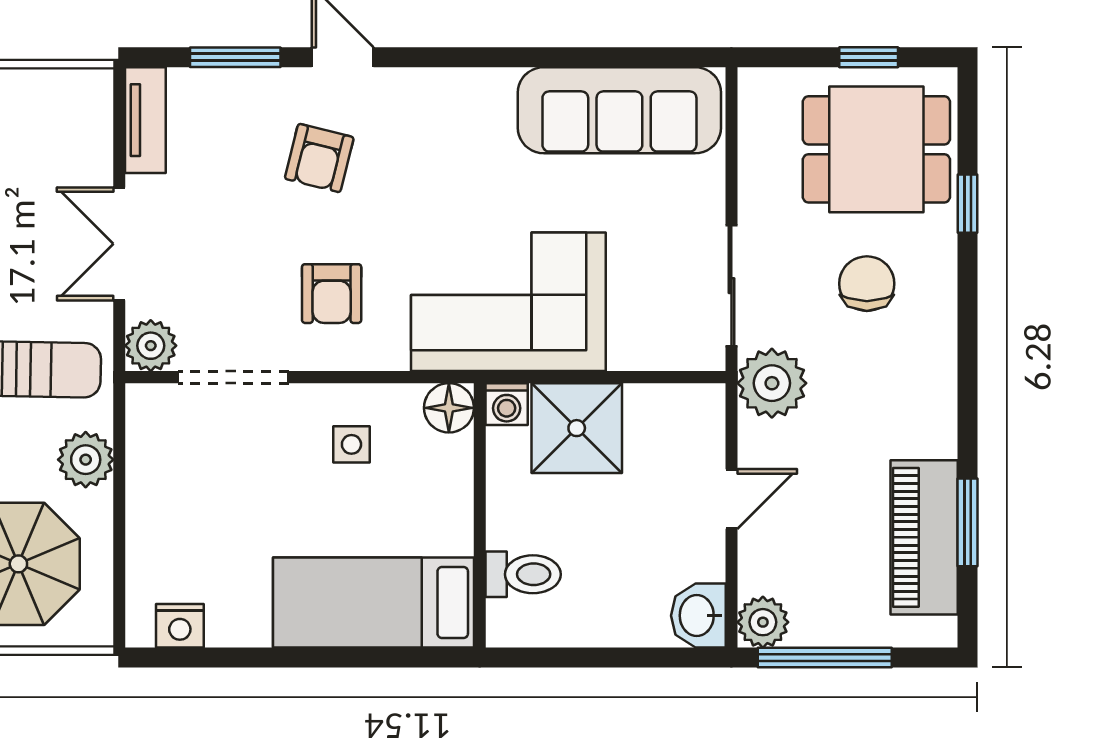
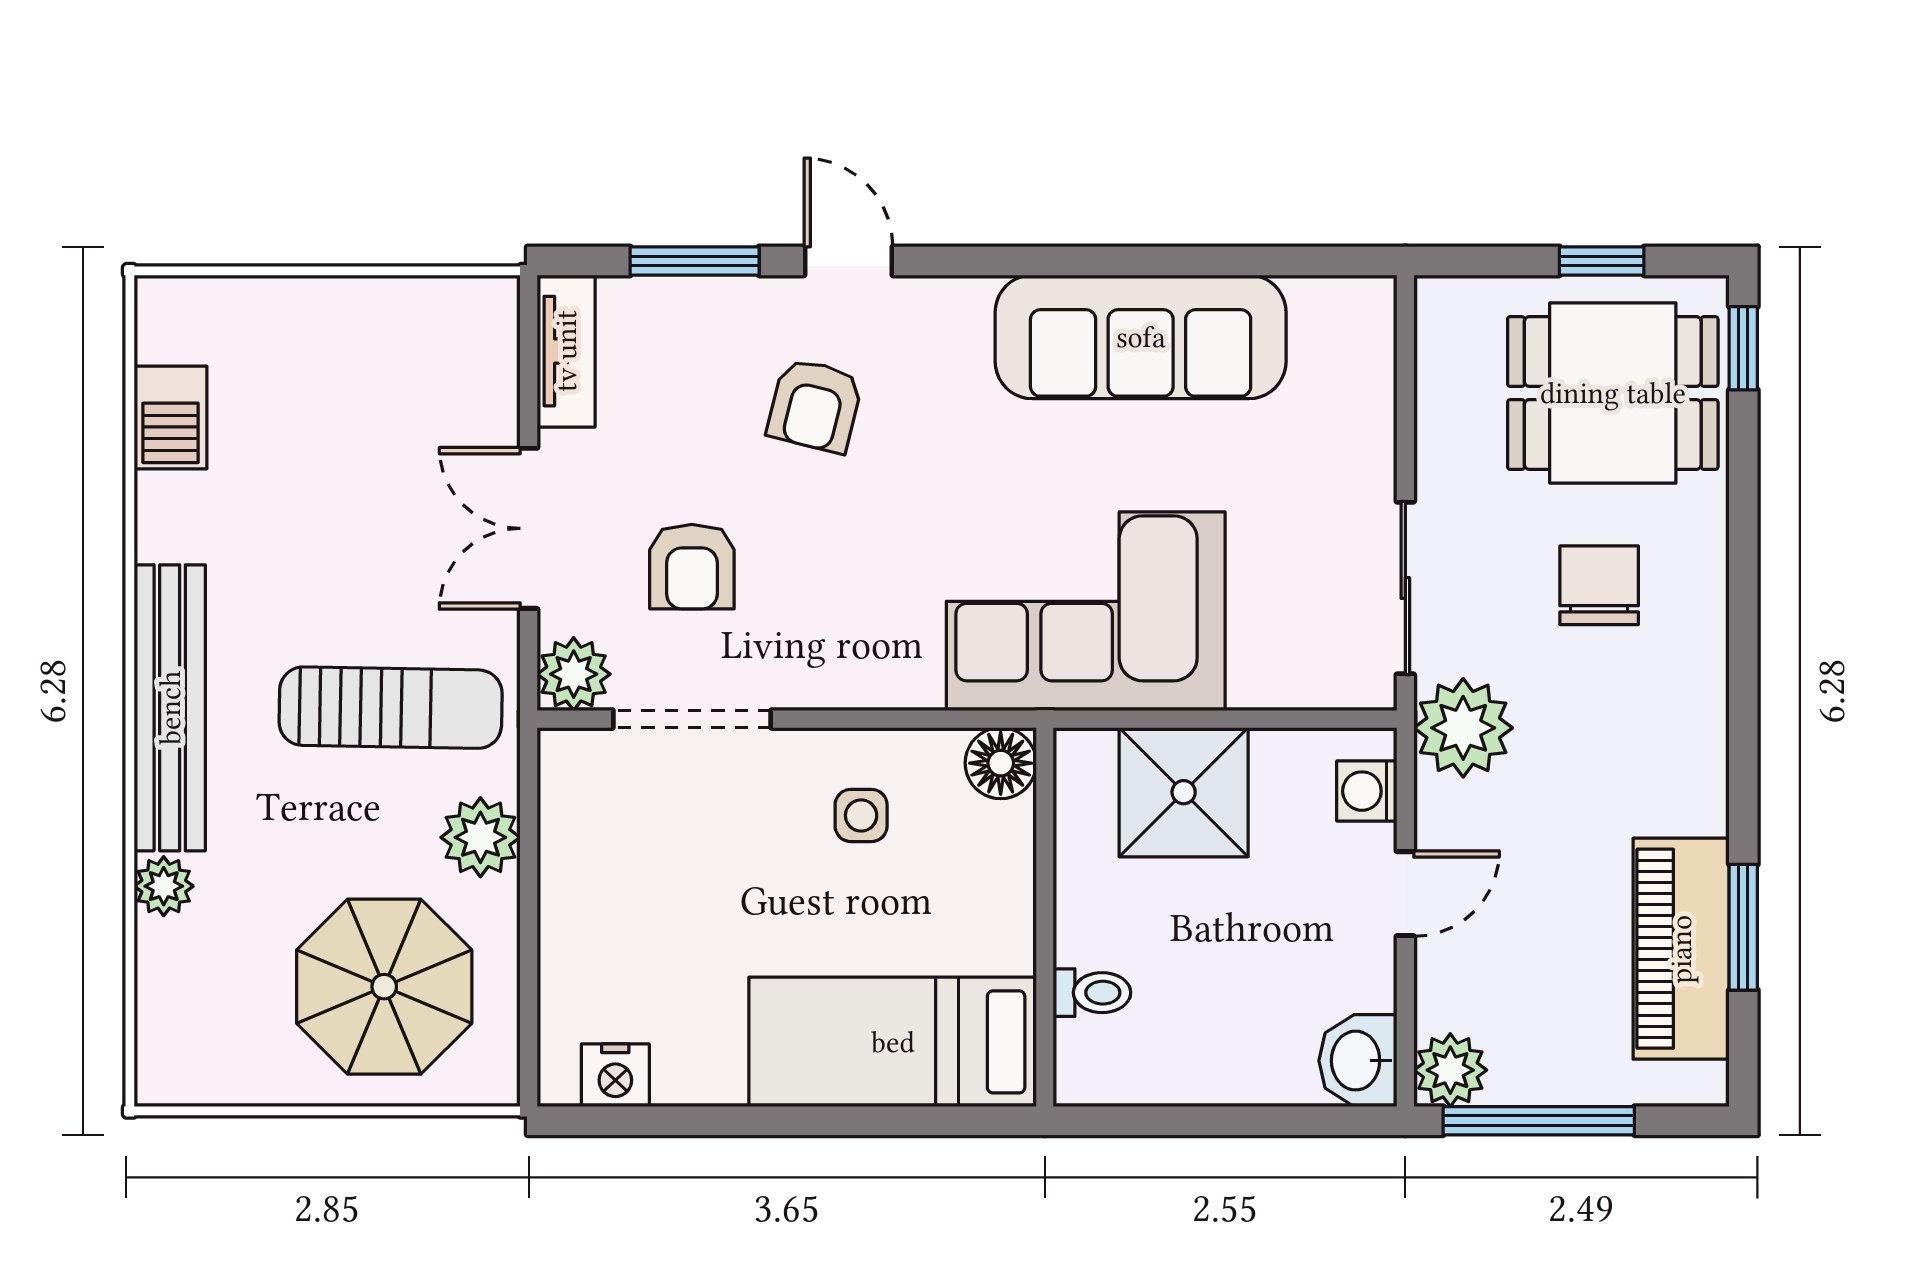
sofa: (619, 110) -> (1141, 337), moved
window: (967, 204) -> (1743, 348), moved
armchair: (332, 294) -> (692, 567), moved
washing machine: (507, 404) -> (1367, 791), moved, turned 90
toilet: (523, 574) -> (1092, 993), width x0.73, depth x0.72

